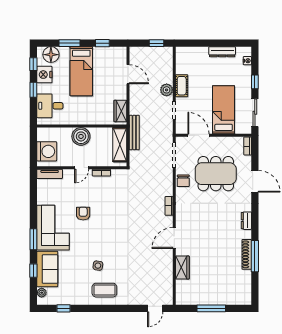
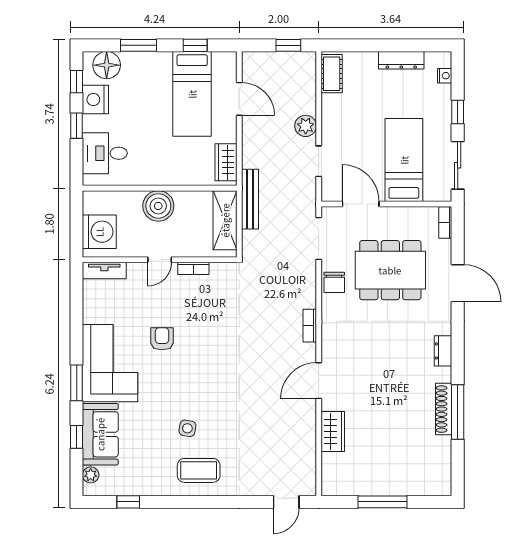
bed: (81, 71) -> (192, 94), moved
cot: (182, 86) -> (332, 74), moved

